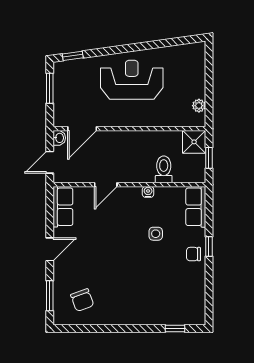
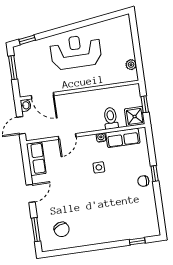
door: (82, 129) -> (43, 96), hinge flipped
shower: (194, 142) -> (135, 116), moved
row of seats: (196, 207) -> (123, 138), moved, turned -90
side table: (156, 234) -> (99, 167), moved

